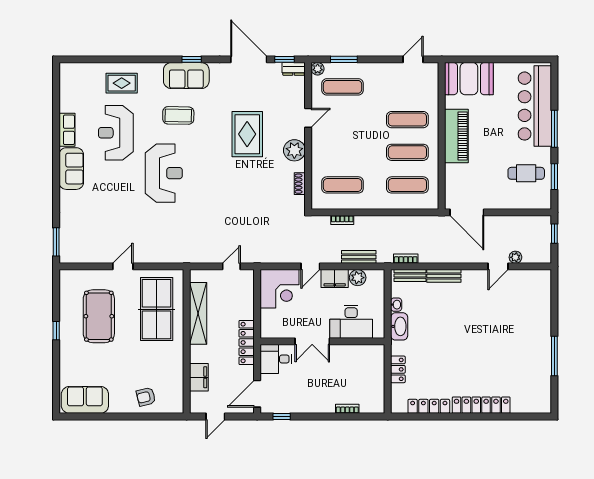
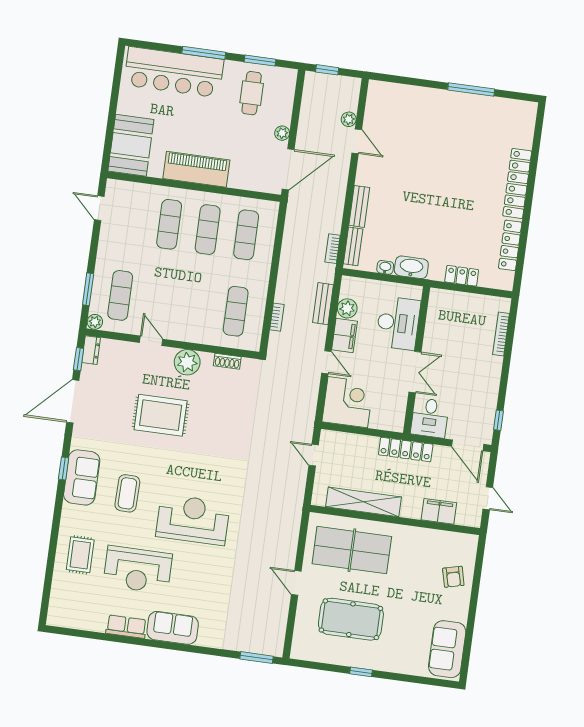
plant: (496, 203) -> (282, 133), added
bookcase: (347, 409) -> (501, 334), width x1.56

